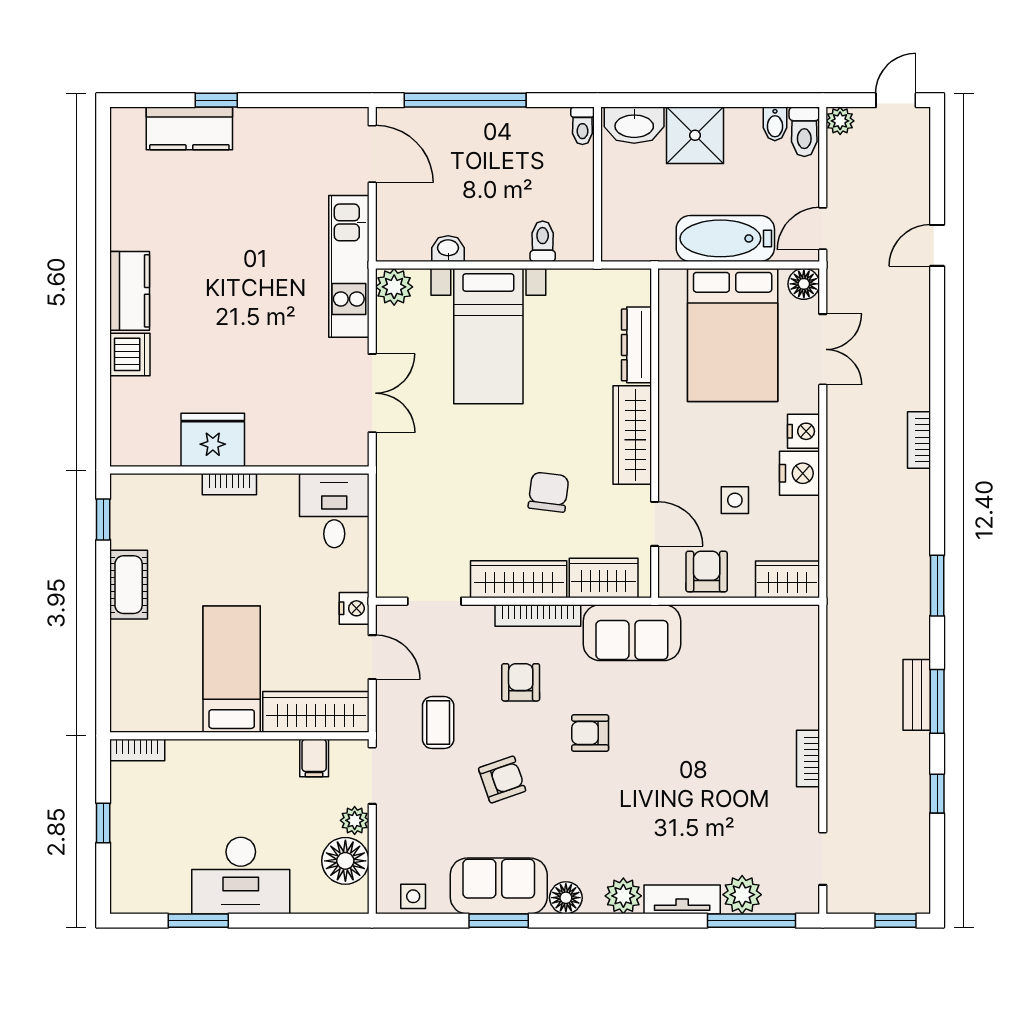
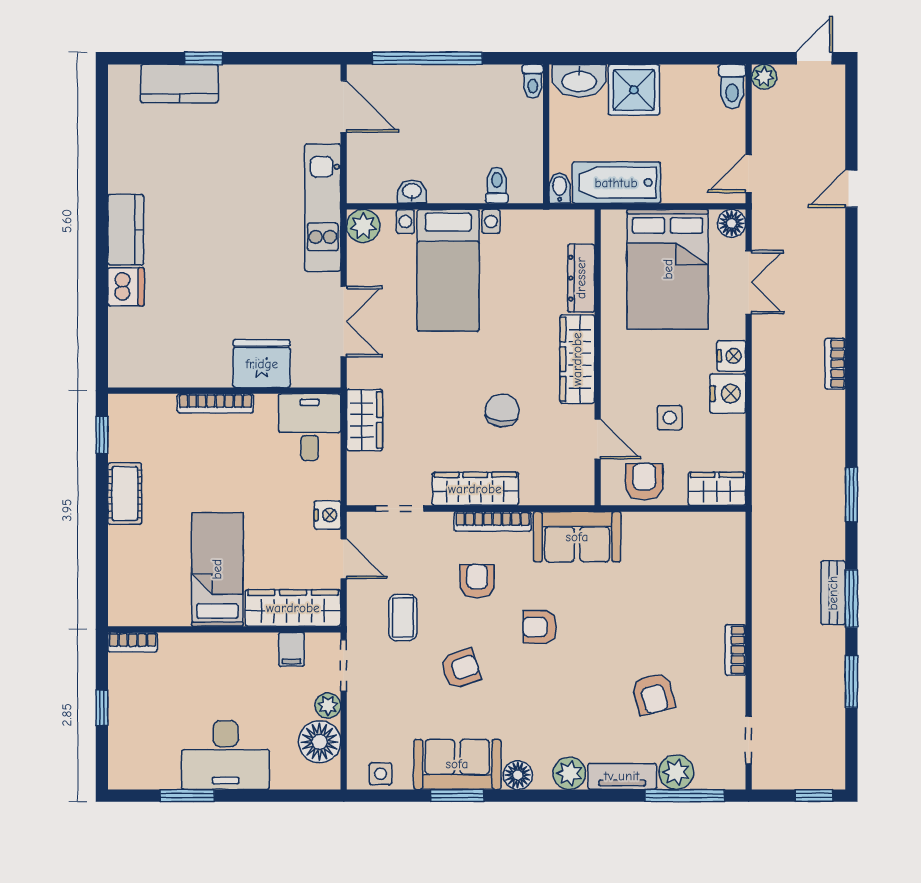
bidet: (775, 124) -> (560, 188), moved, turned 180
bathtub: (725, 238) -> (616, 183), moved
fridge: (213, 440) -> (262, 364), moved
bookcase: (229, 484) -> (215, 403), width x1.56
wardrobe: (604, 578) -> (365, 420), moved, turned 90
window: (937, 794) -> (851, 681), width x1.50
armchair: (717, 808) -> (653, 694), added

